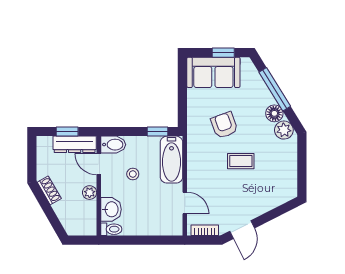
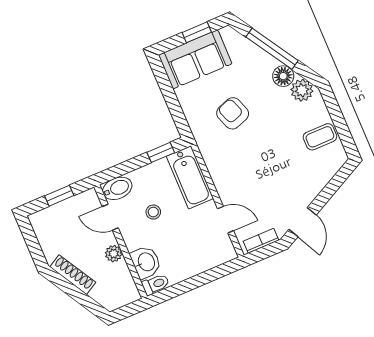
dresser: (75, 144) -> (74, 207), removed
coffee table: (241, 161) -> (320, 137), moved
shoe rack: (49, 190) -> (73, 275), width x1.43

